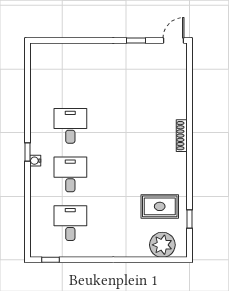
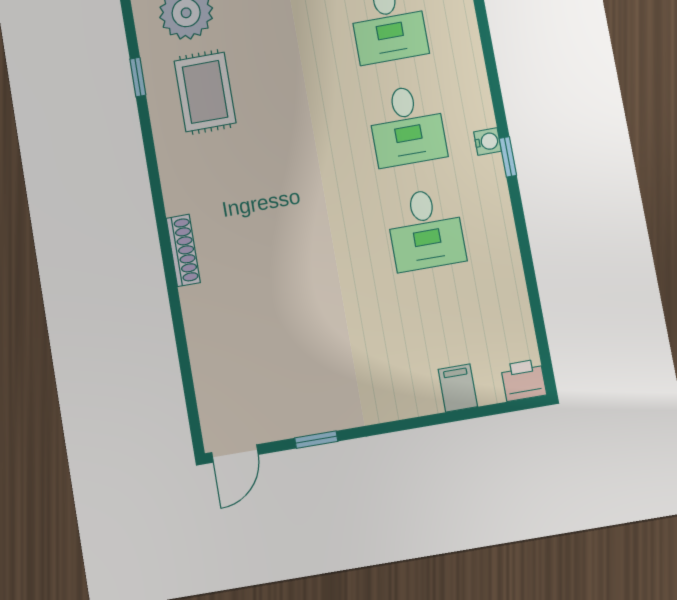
printer: (39, 51) -> (524, 380), added
filing cabinet: (69, 53) -> (458, 388), added
rug: (160, 206) -> (205, 92), turned 90

